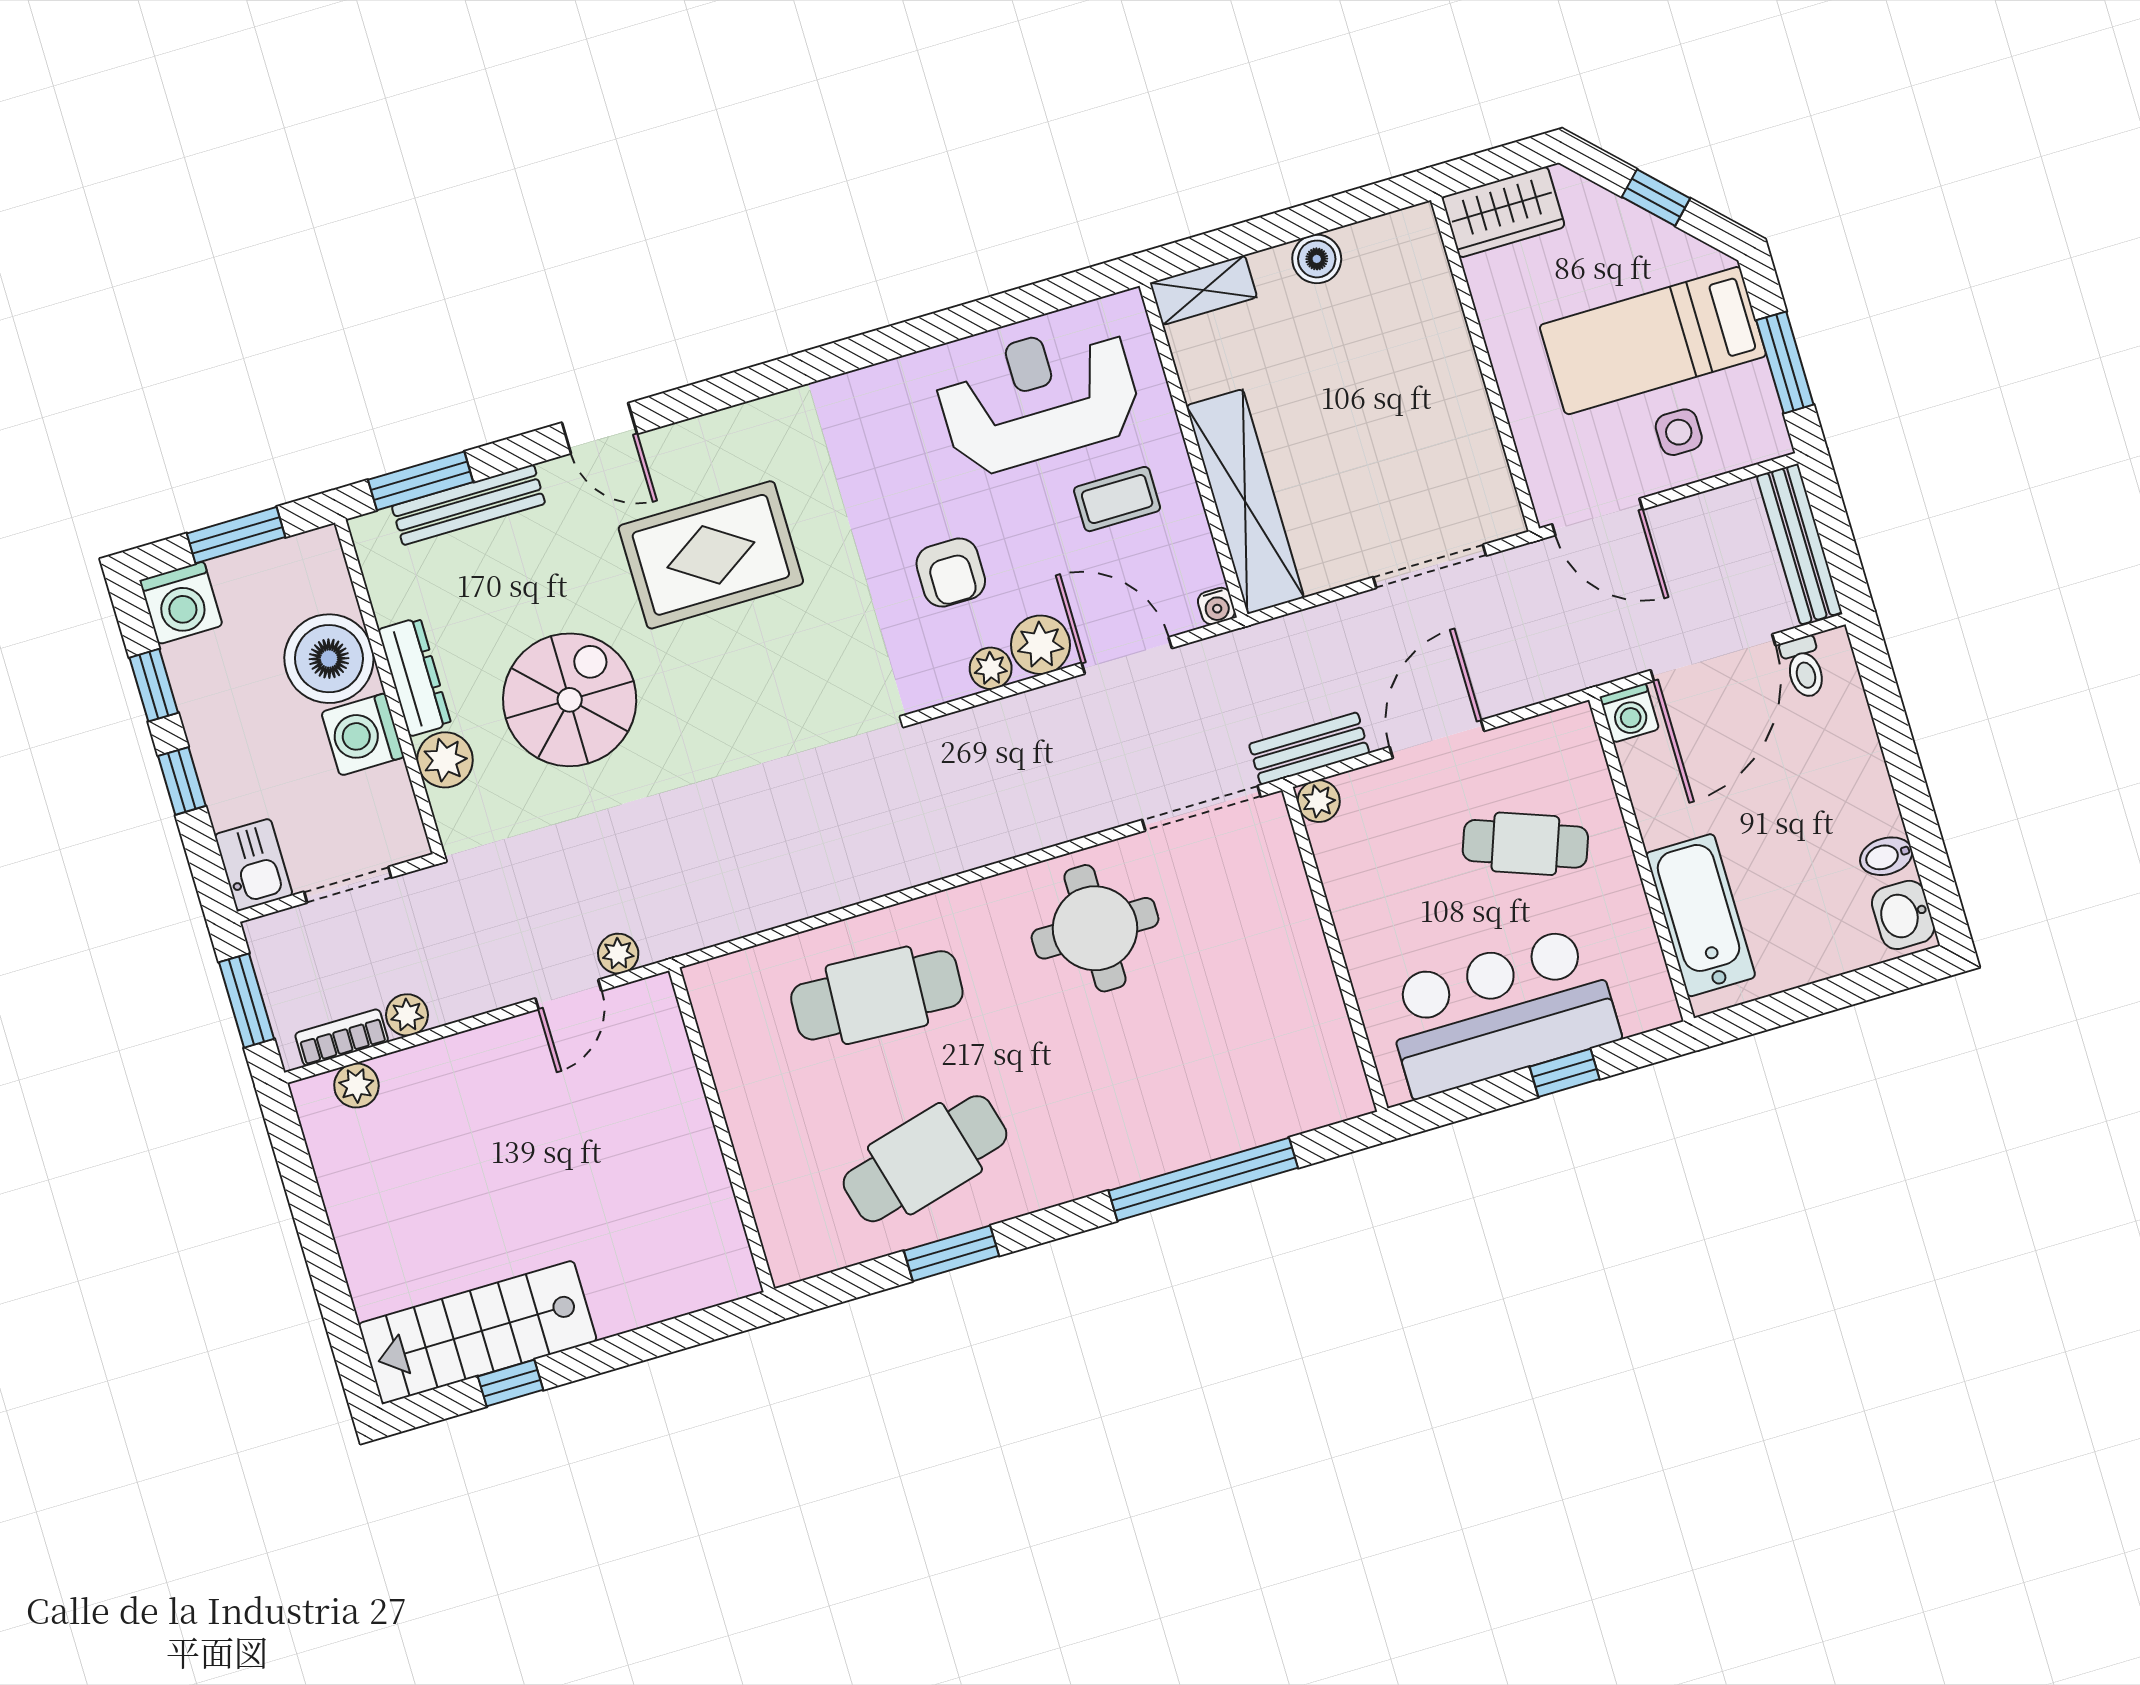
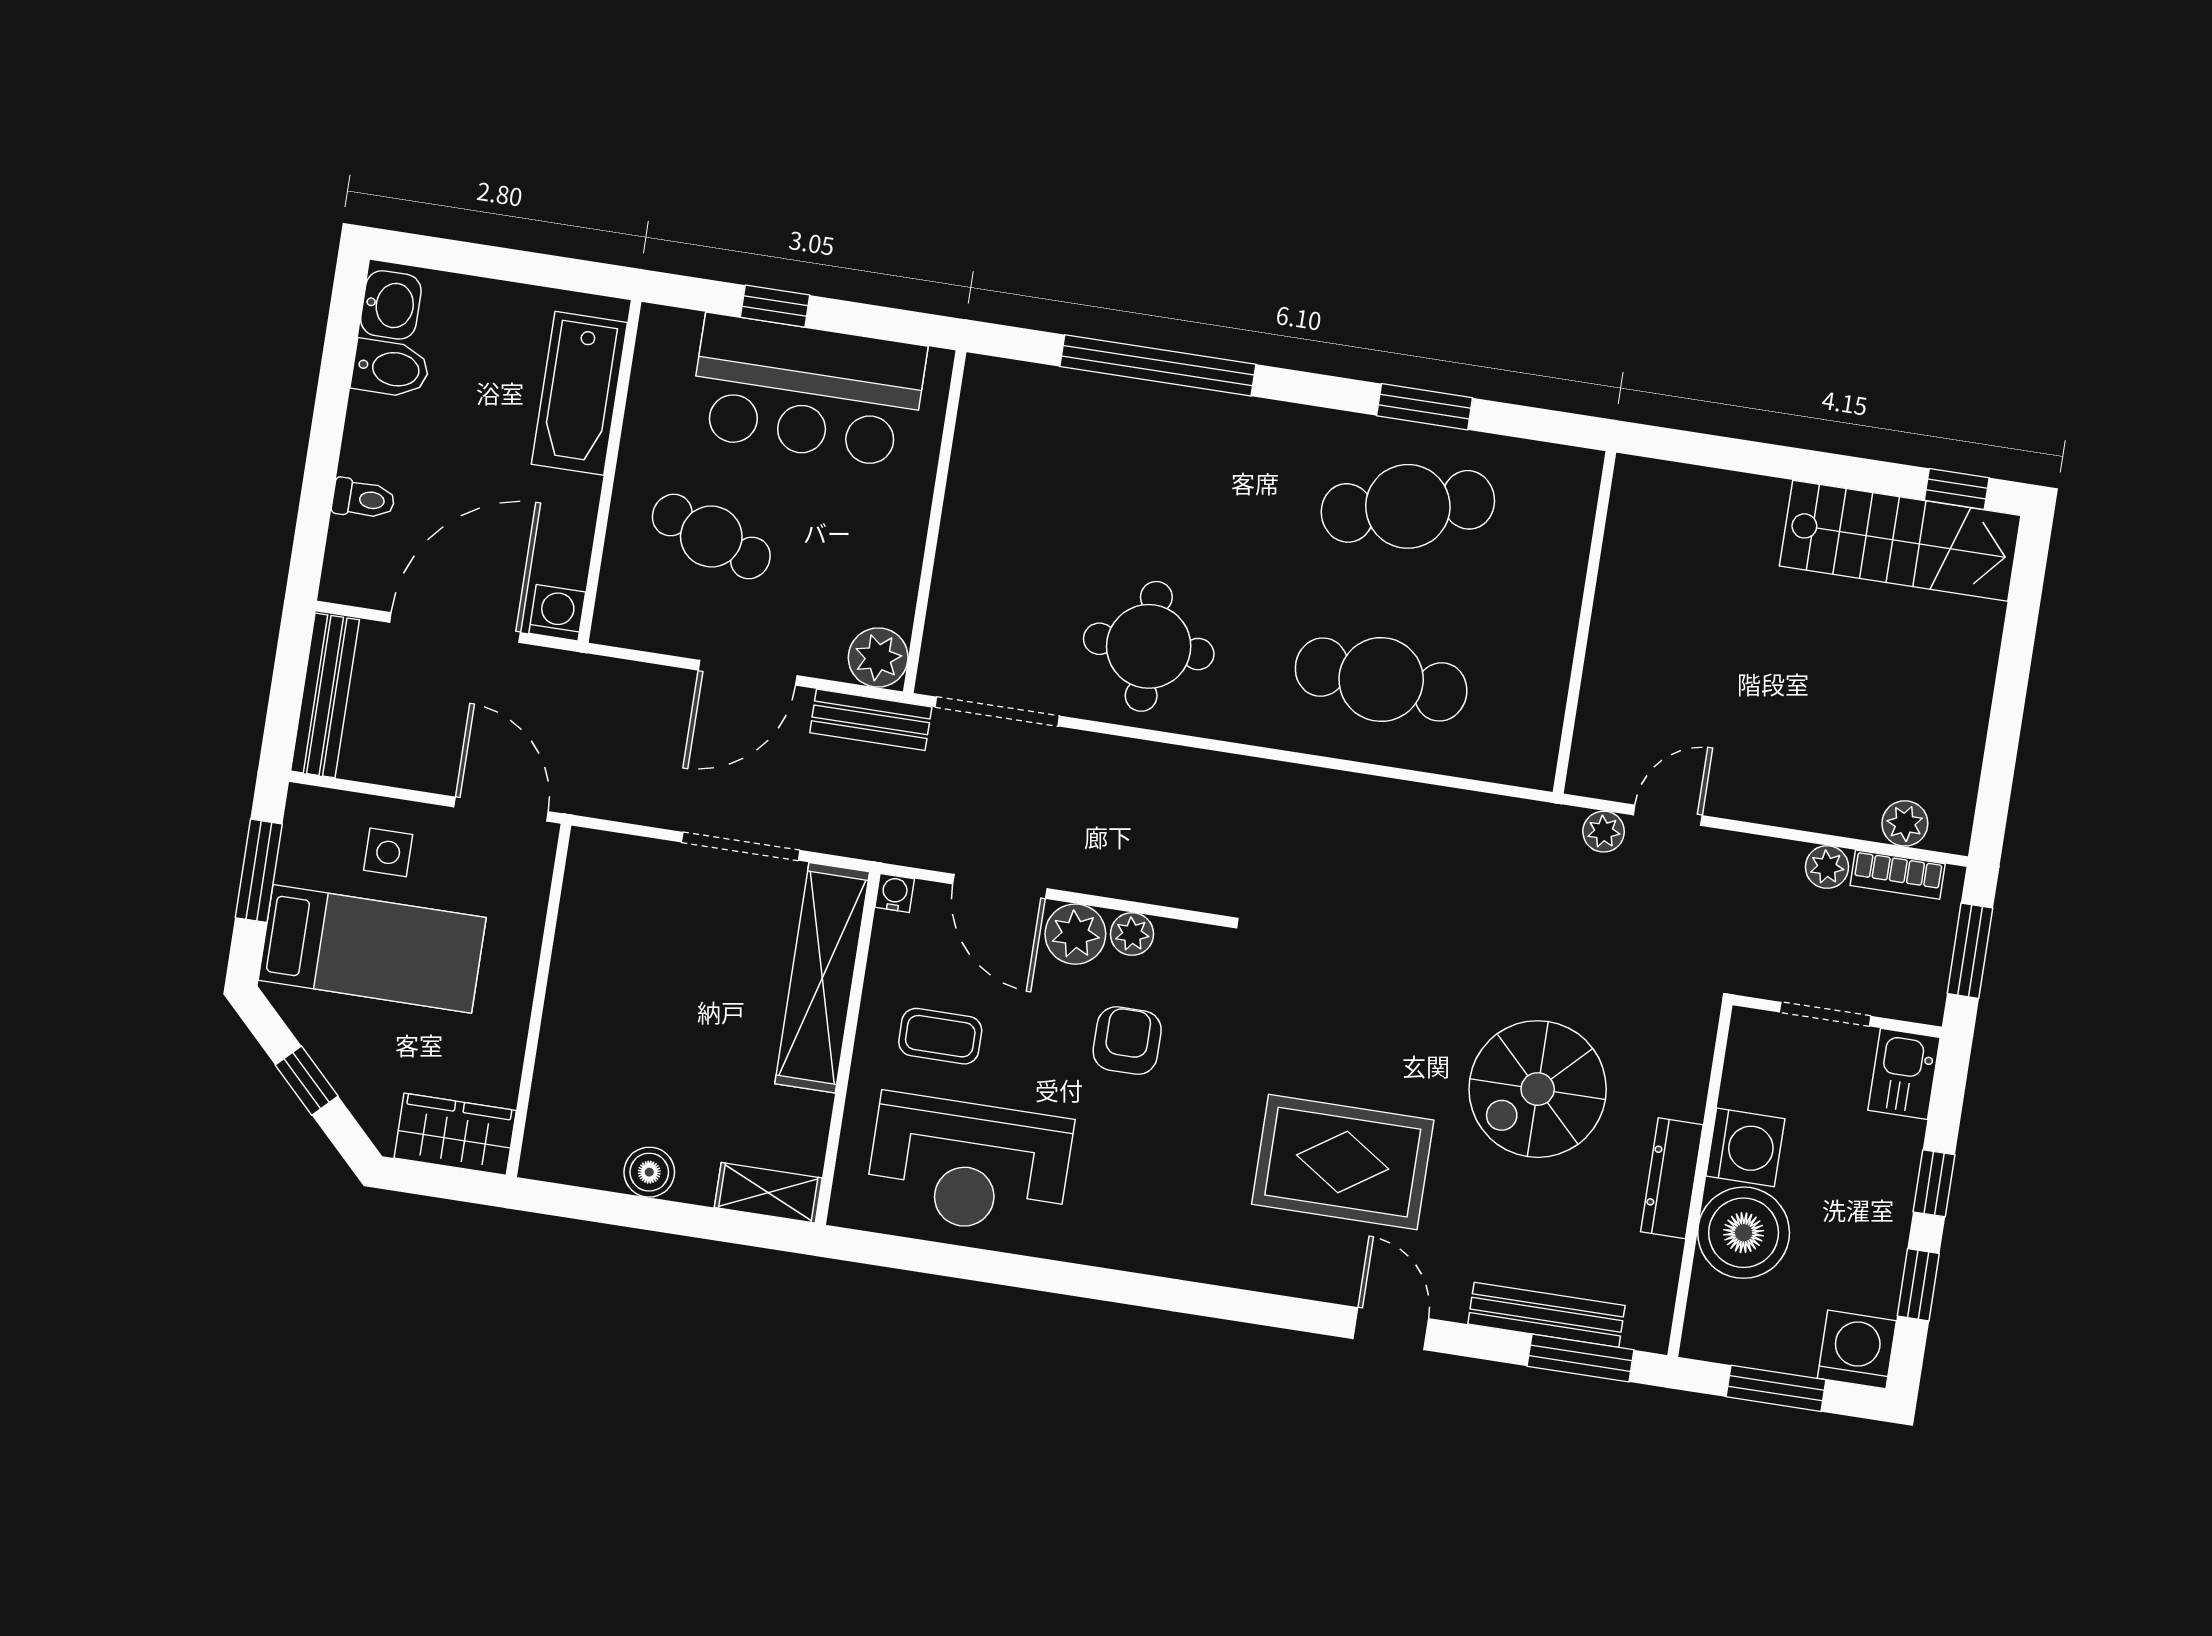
doorway: (1430, 566) -> (741, 846), moved
toilet: (1804, 667) -> (363, 499), moved, turned 90
plant: (445, 760) -> (1680, 1088), removed
plant: (1319, 801) -> (878, 657), width x1.38, depth x1.38
bidet: (1886, 856) -> (391, 368), width x1.38, depth x1.36
window: (510, 1383) -> (1957, 489), moved

